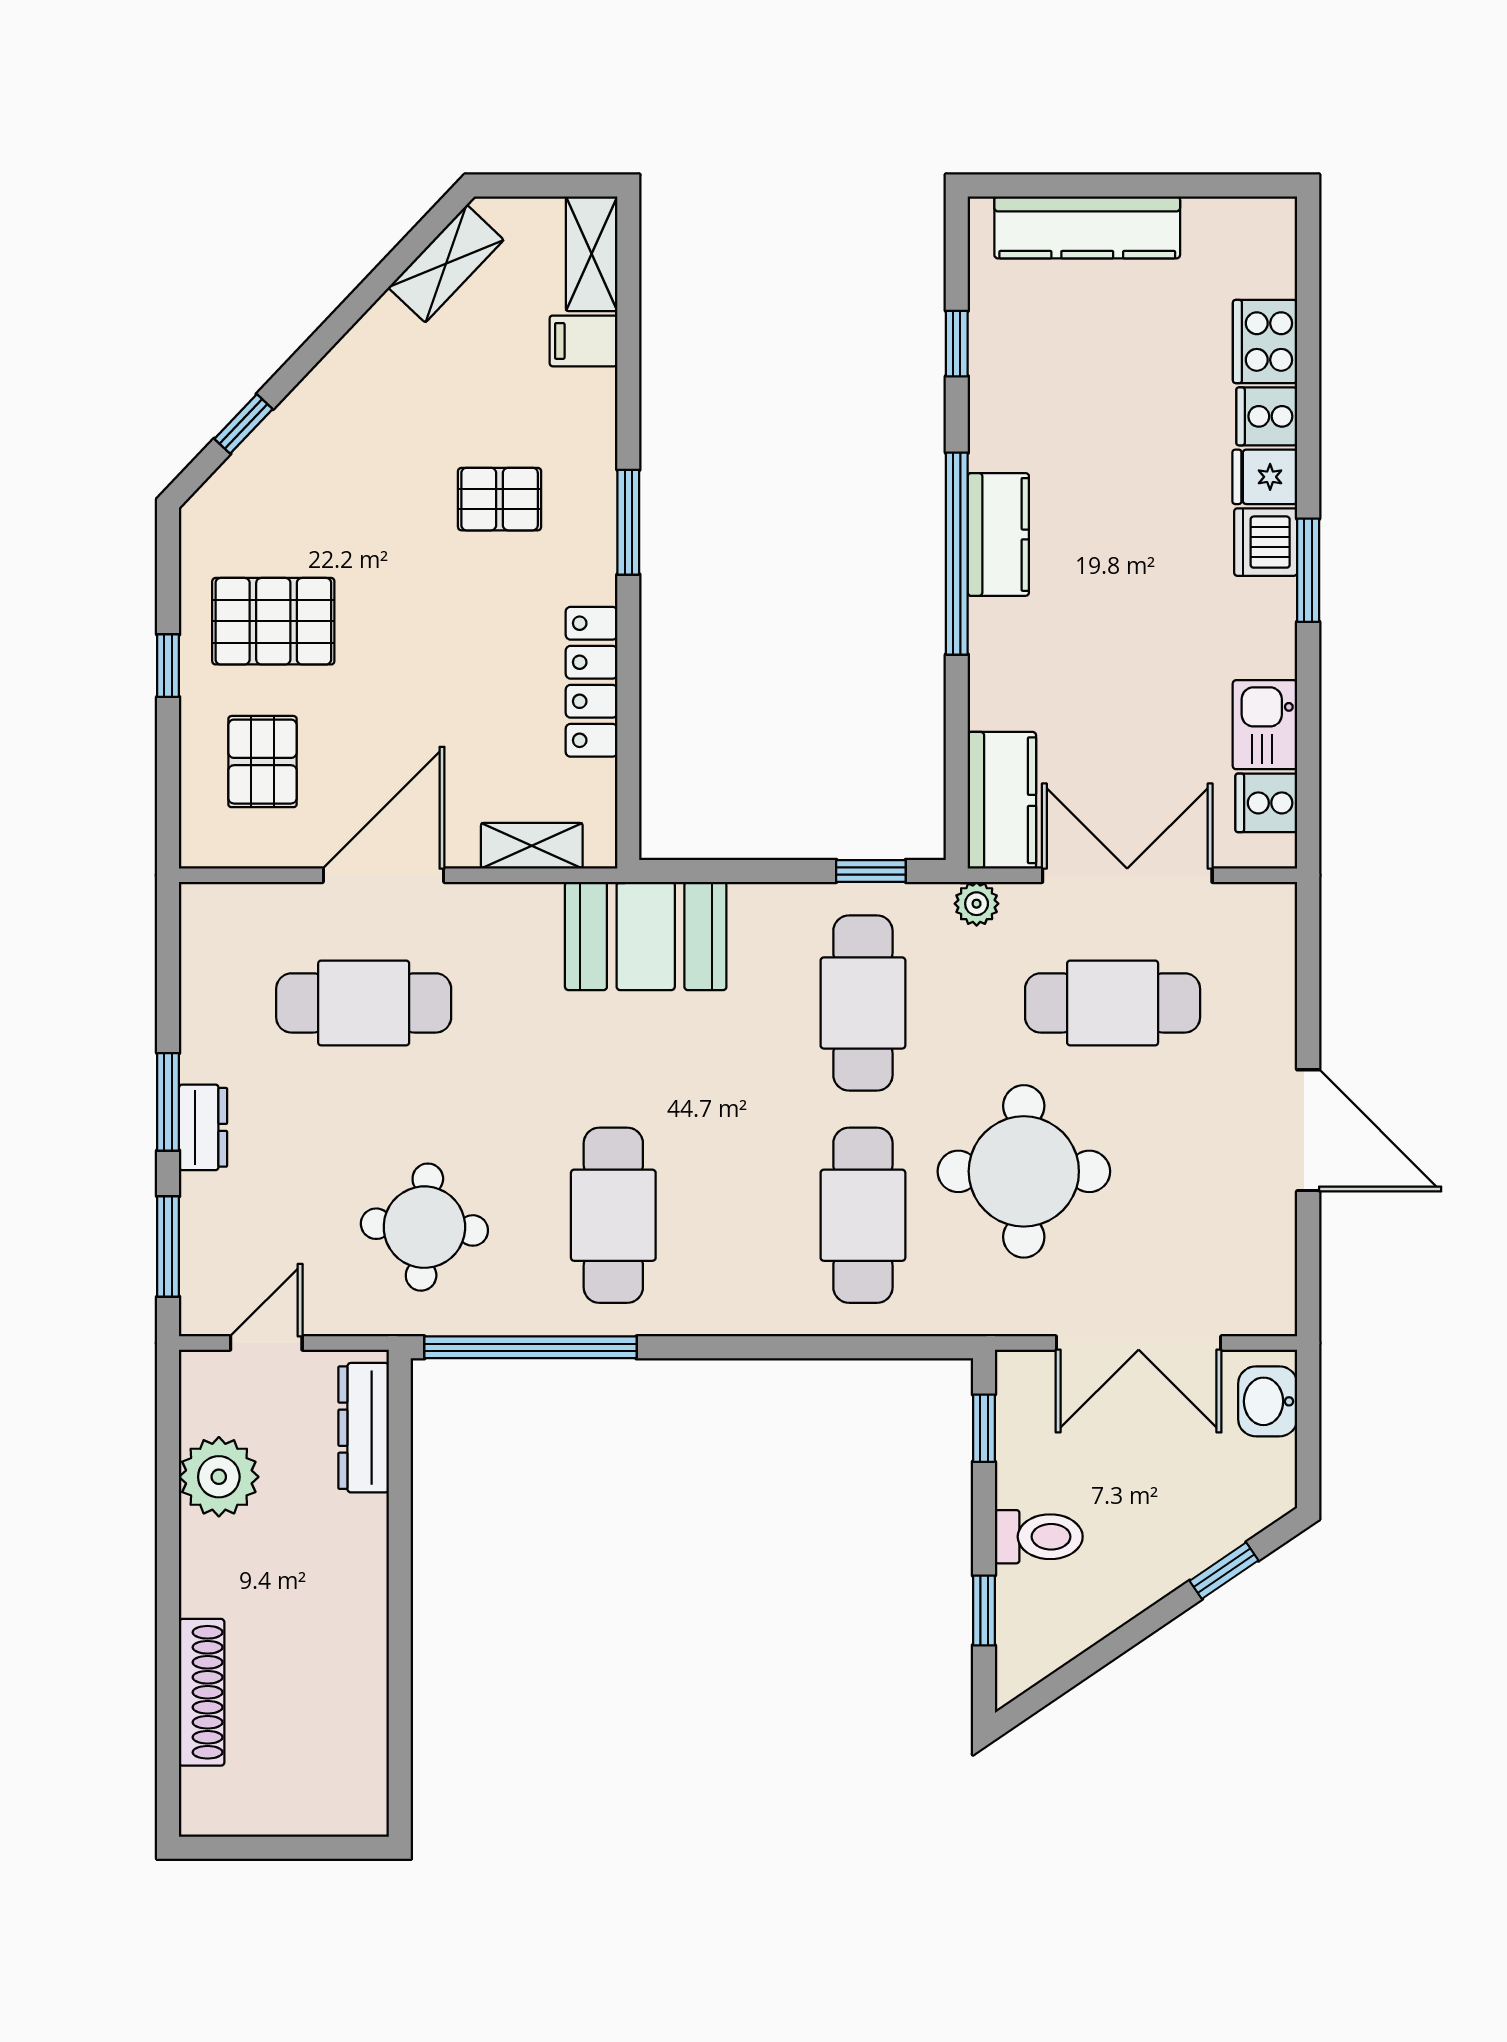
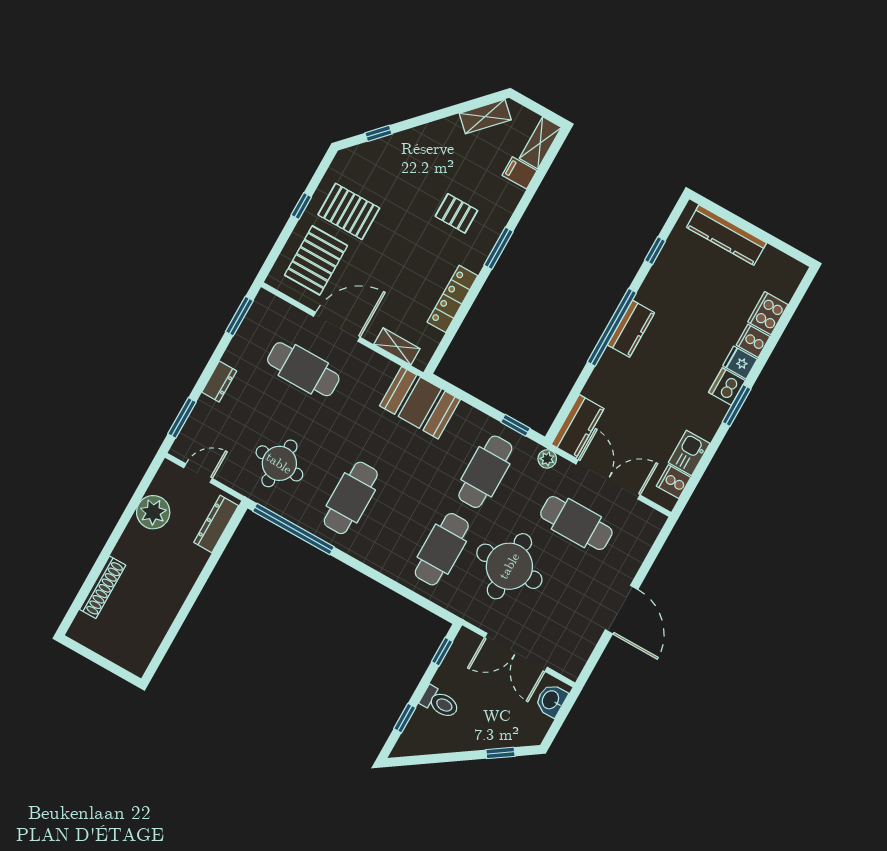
pallet: (262, 762) -> (316, 260), width x1.50, depth x1.42
window: (168, 1102) -> (239, 316), moved

